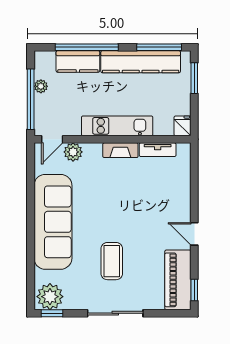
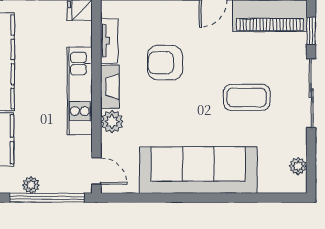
plant: (73, 152) -> (112, 121), moved
armchair: (140, 195) -> (165, 63), added
plant: (50, 297) -> (298, 166), width x0.53, depth x0.53
window: (52, 313) -> (311, 31), moved

